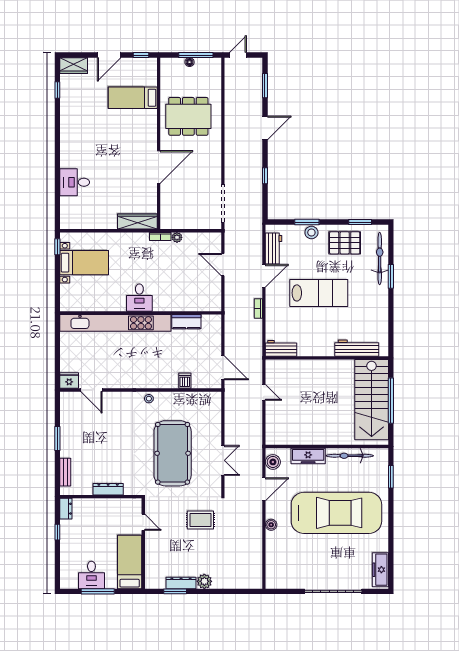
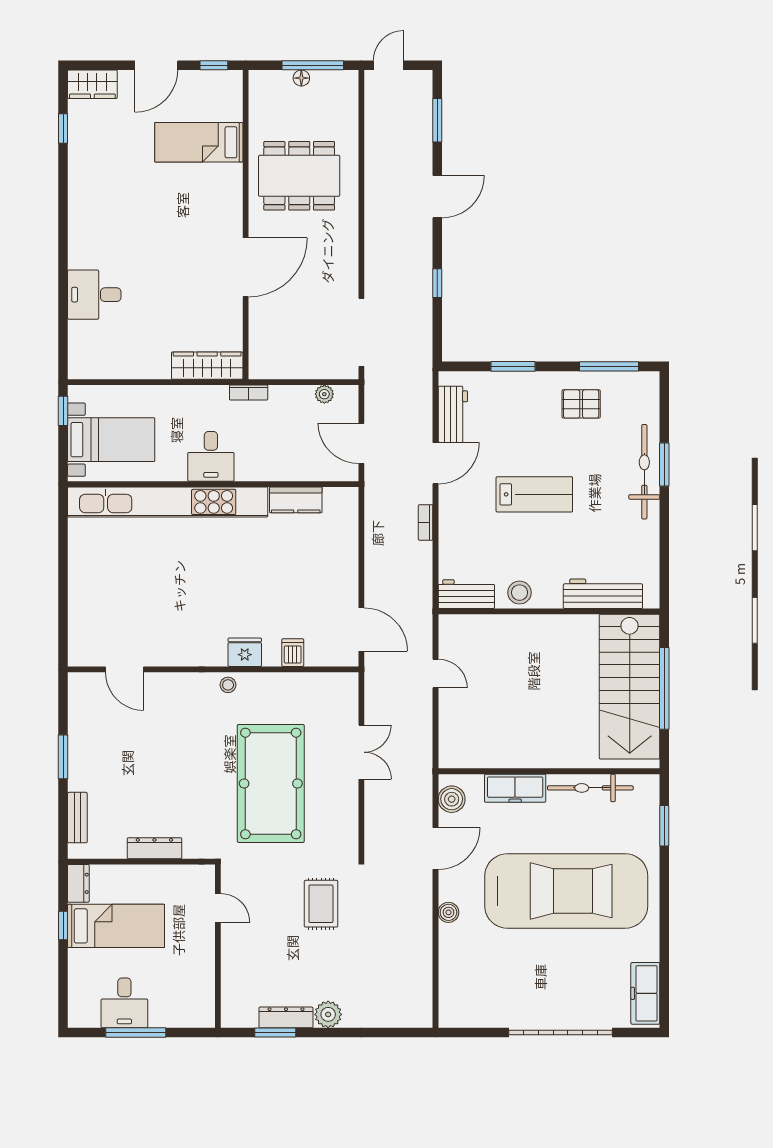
window: (360, 222) -> (609, 366), width x1.44
stool: (311, 233) -> (519, 593), moved
plant: (177, 237) -> (324, 394), moved
pallet: (345, 243) -> (581, 404), width x0.67, depth x0.71
bicycle: (380, 258) -> (644, 472), moved
lab bench: (319, 293) -> (534, 494), width x0.73, depth x0.72
desk: (139, 298) -> (211, 456), moved
wall: (141, 313) -> (213, 484), moved
kitchen counter: (186, 322) -> (296, 500), moved
kitchen unit: (115, 323) -> (168, 502), moved
fridge: (69, 381) -> (245, 652), moved
double door: (223, 460) -> (361, 752), moved
rug: (200, 520) -> (321, 904), turned 90
bed: (130, 562) -> (116, 926), moved, turned 90

